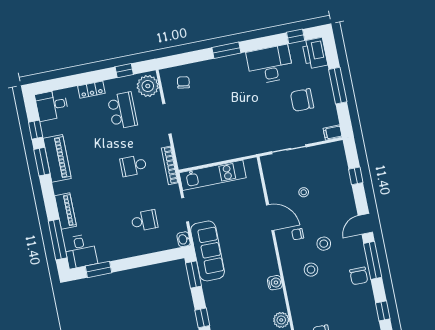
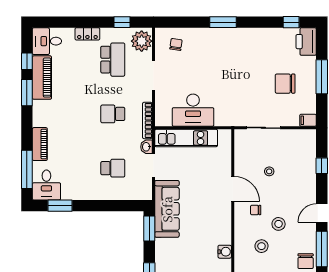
desk: (270, 65) -> (193, 110), moved, turned 180
piano: (57, 158) -> (42, 78), moved
washbasin: (184, 239) -> (146, 147), moved

